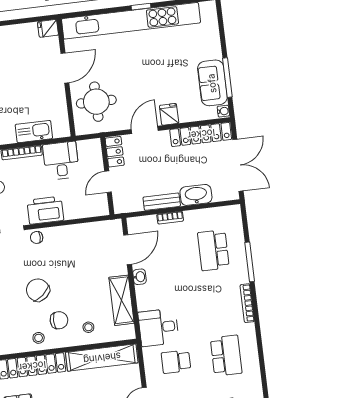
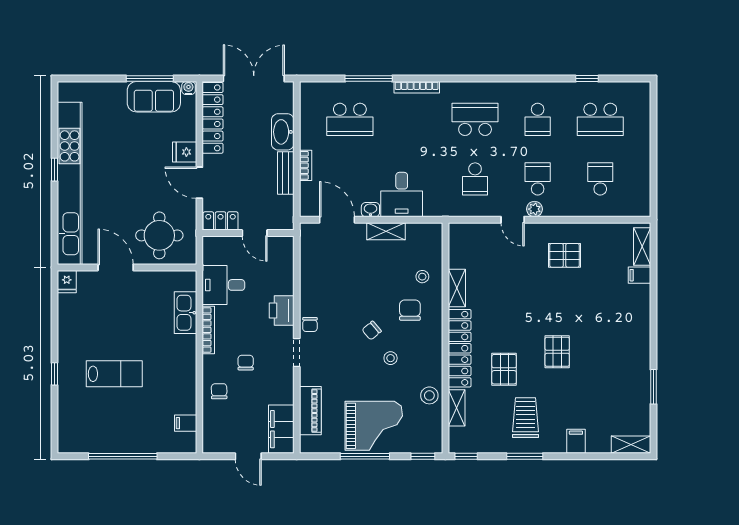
printer: (45, 210) -> (282, 310), width x0.73, depth x0.84
chair: (38, 290) -> (372, 331), width x0.54, depth x0.54
shelving: (121, 300) -> (386, 231), width x0.67, depth x0.75
desk: (158, 327) -> (402, 195), moved
stool: (39, 338) -> (391, 358), moved
shelving: (102, 358) -> (457, 288), width x0.45, depth x0.75

